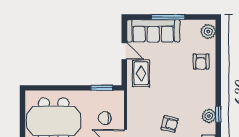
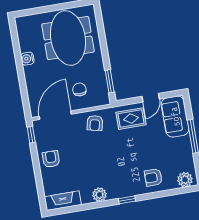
sofa: (153, 31) -> (175, 117), width x0.73
window: (218, 114) -> (127, 200), moved
armchair: (170, 124) -> (95, 123), moved

